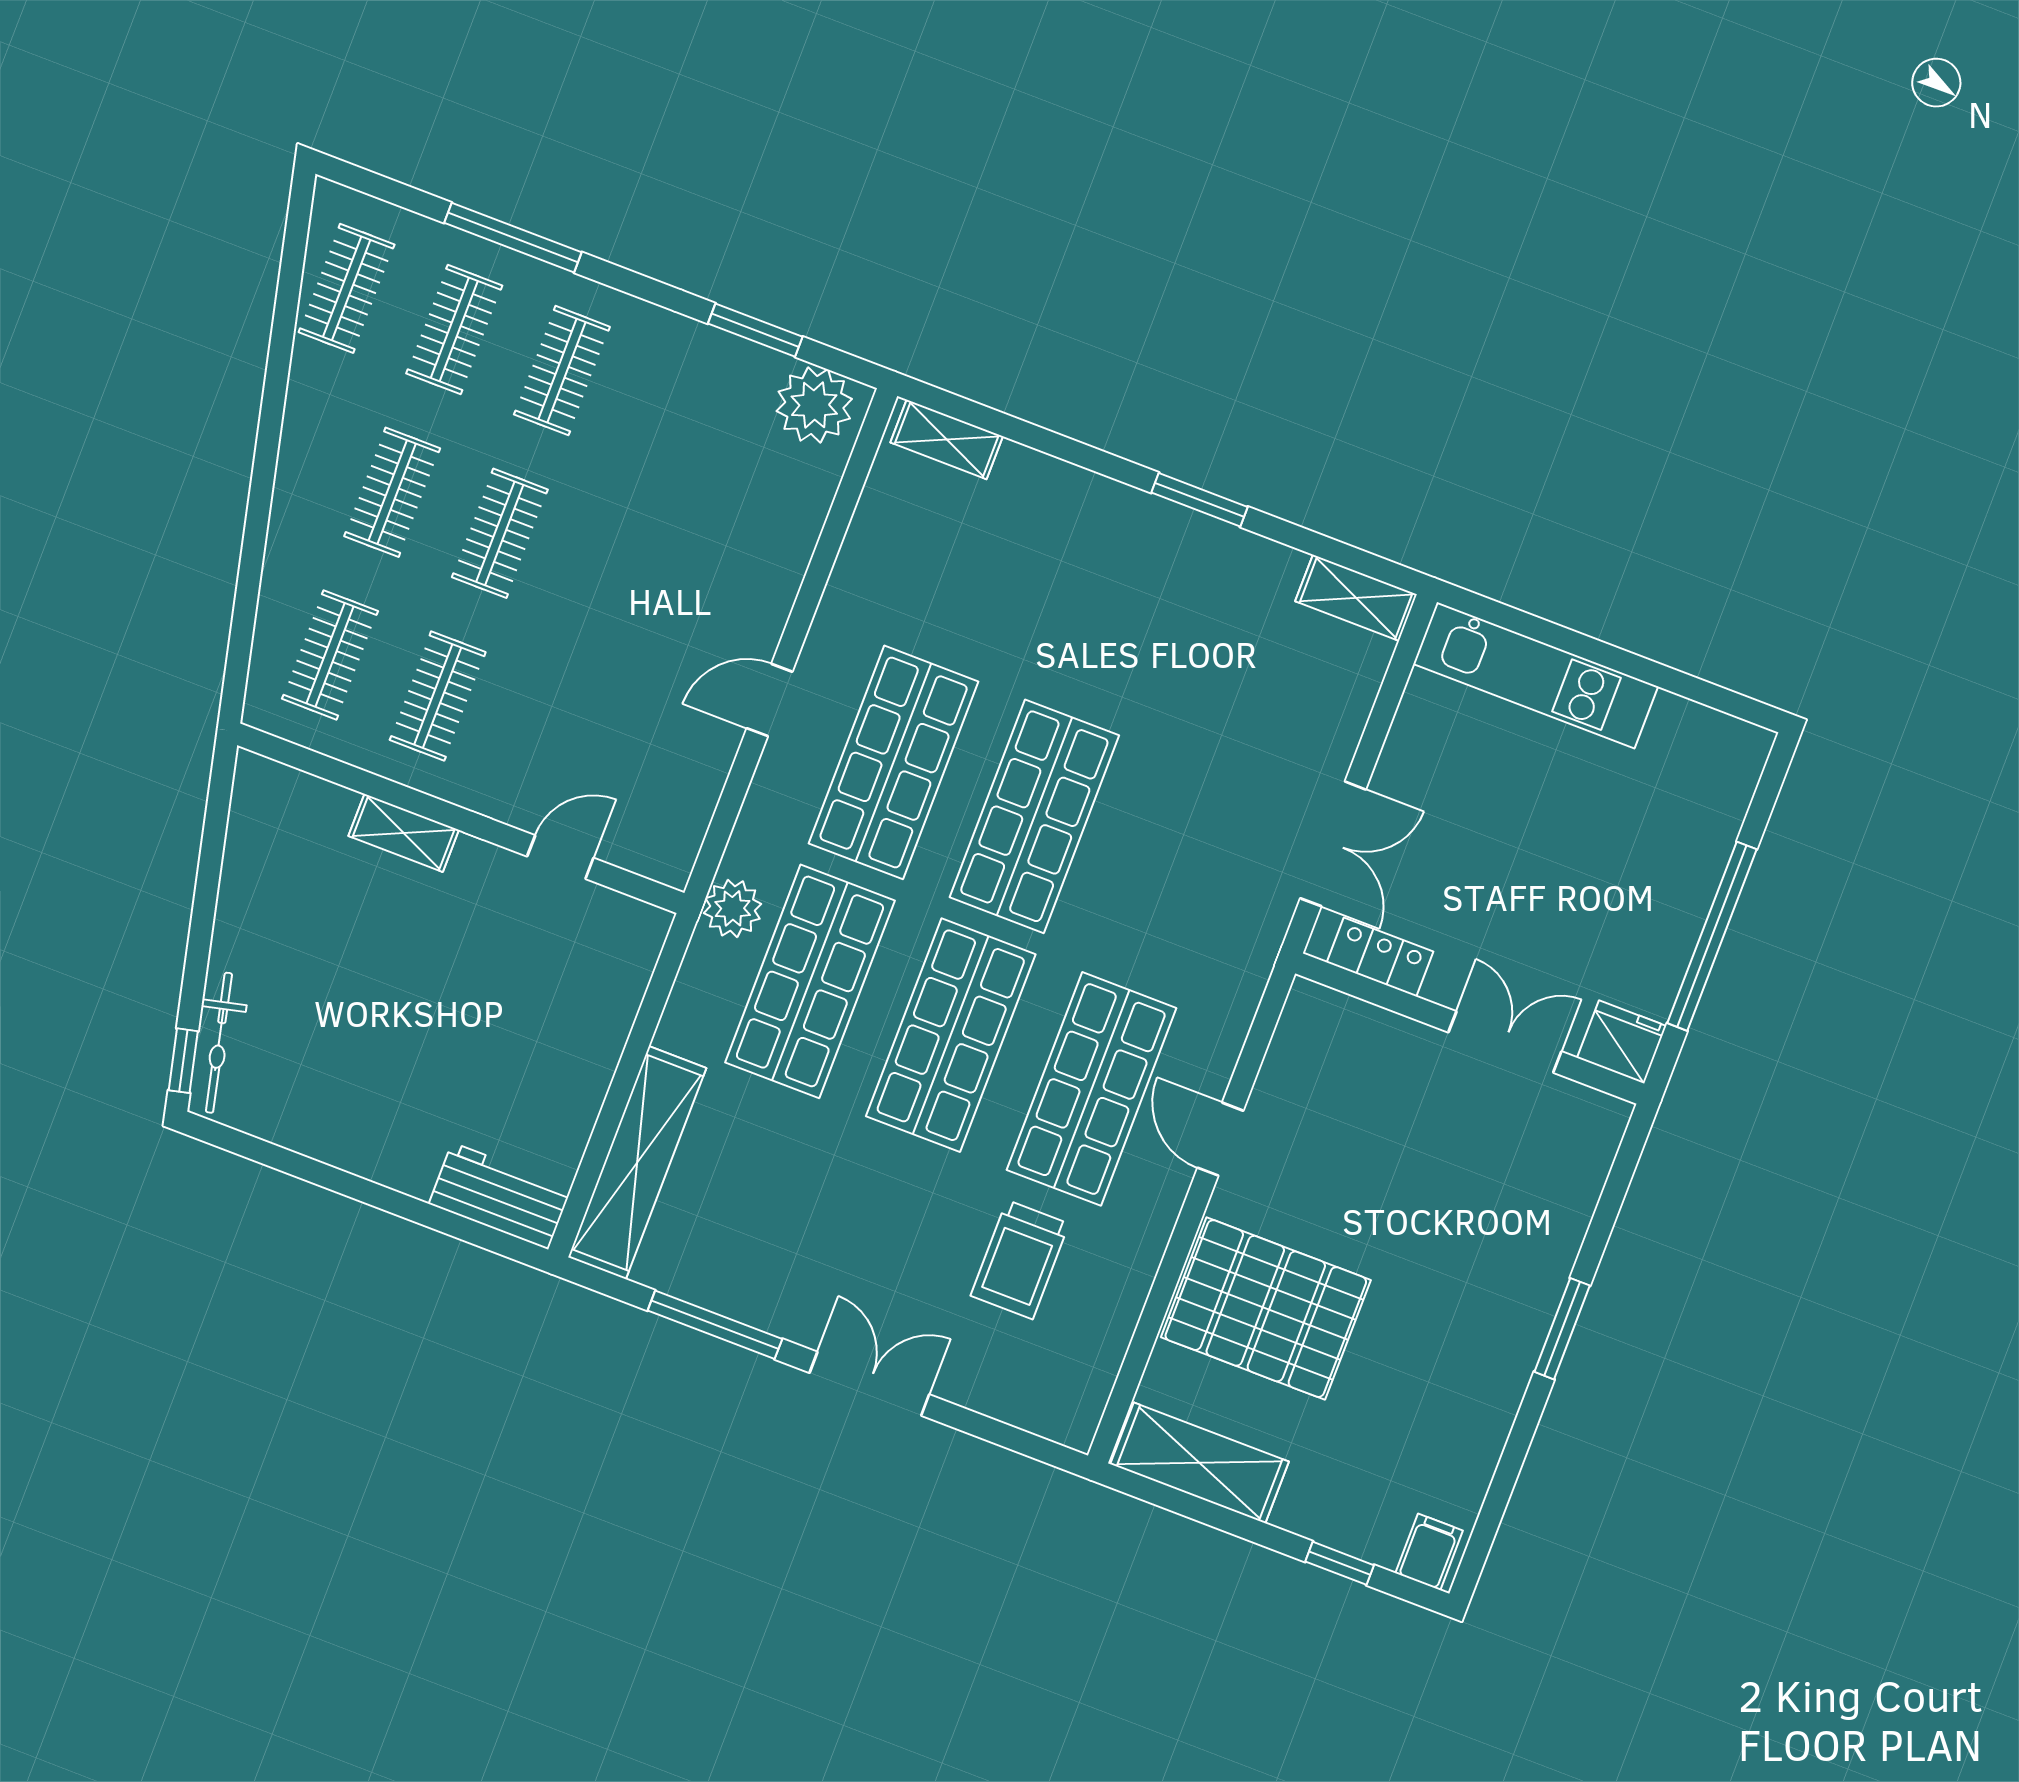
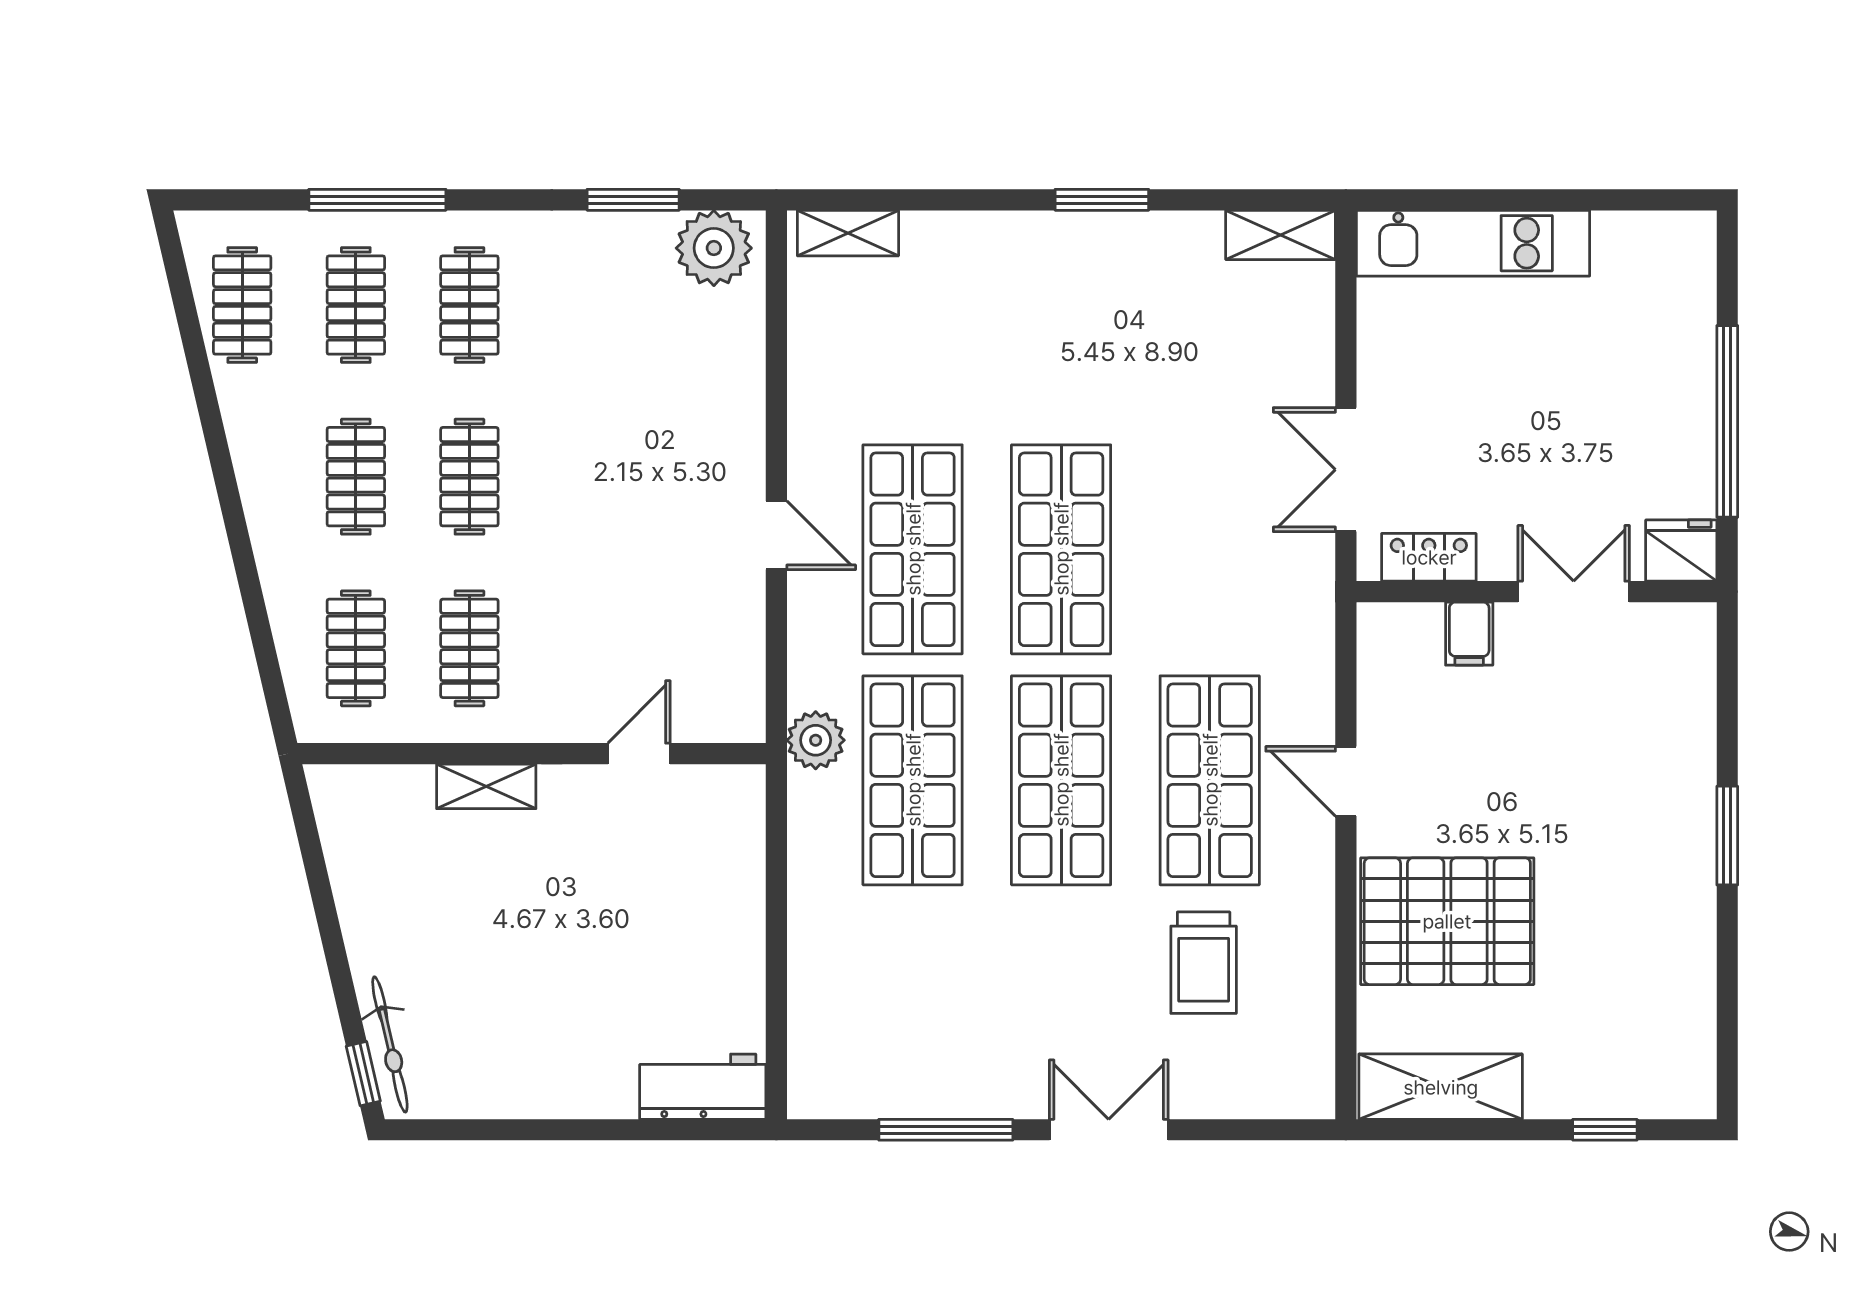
door: (770, 700) -> (776, 535), swing flipped
double door: (1333, 844) -> (1346, 470), swing flipped
shelving: (637, 1163) -> (817, 1008), removed
filing cabinet: (1429, 1552) -> (1469, 634), moved, turned 180

